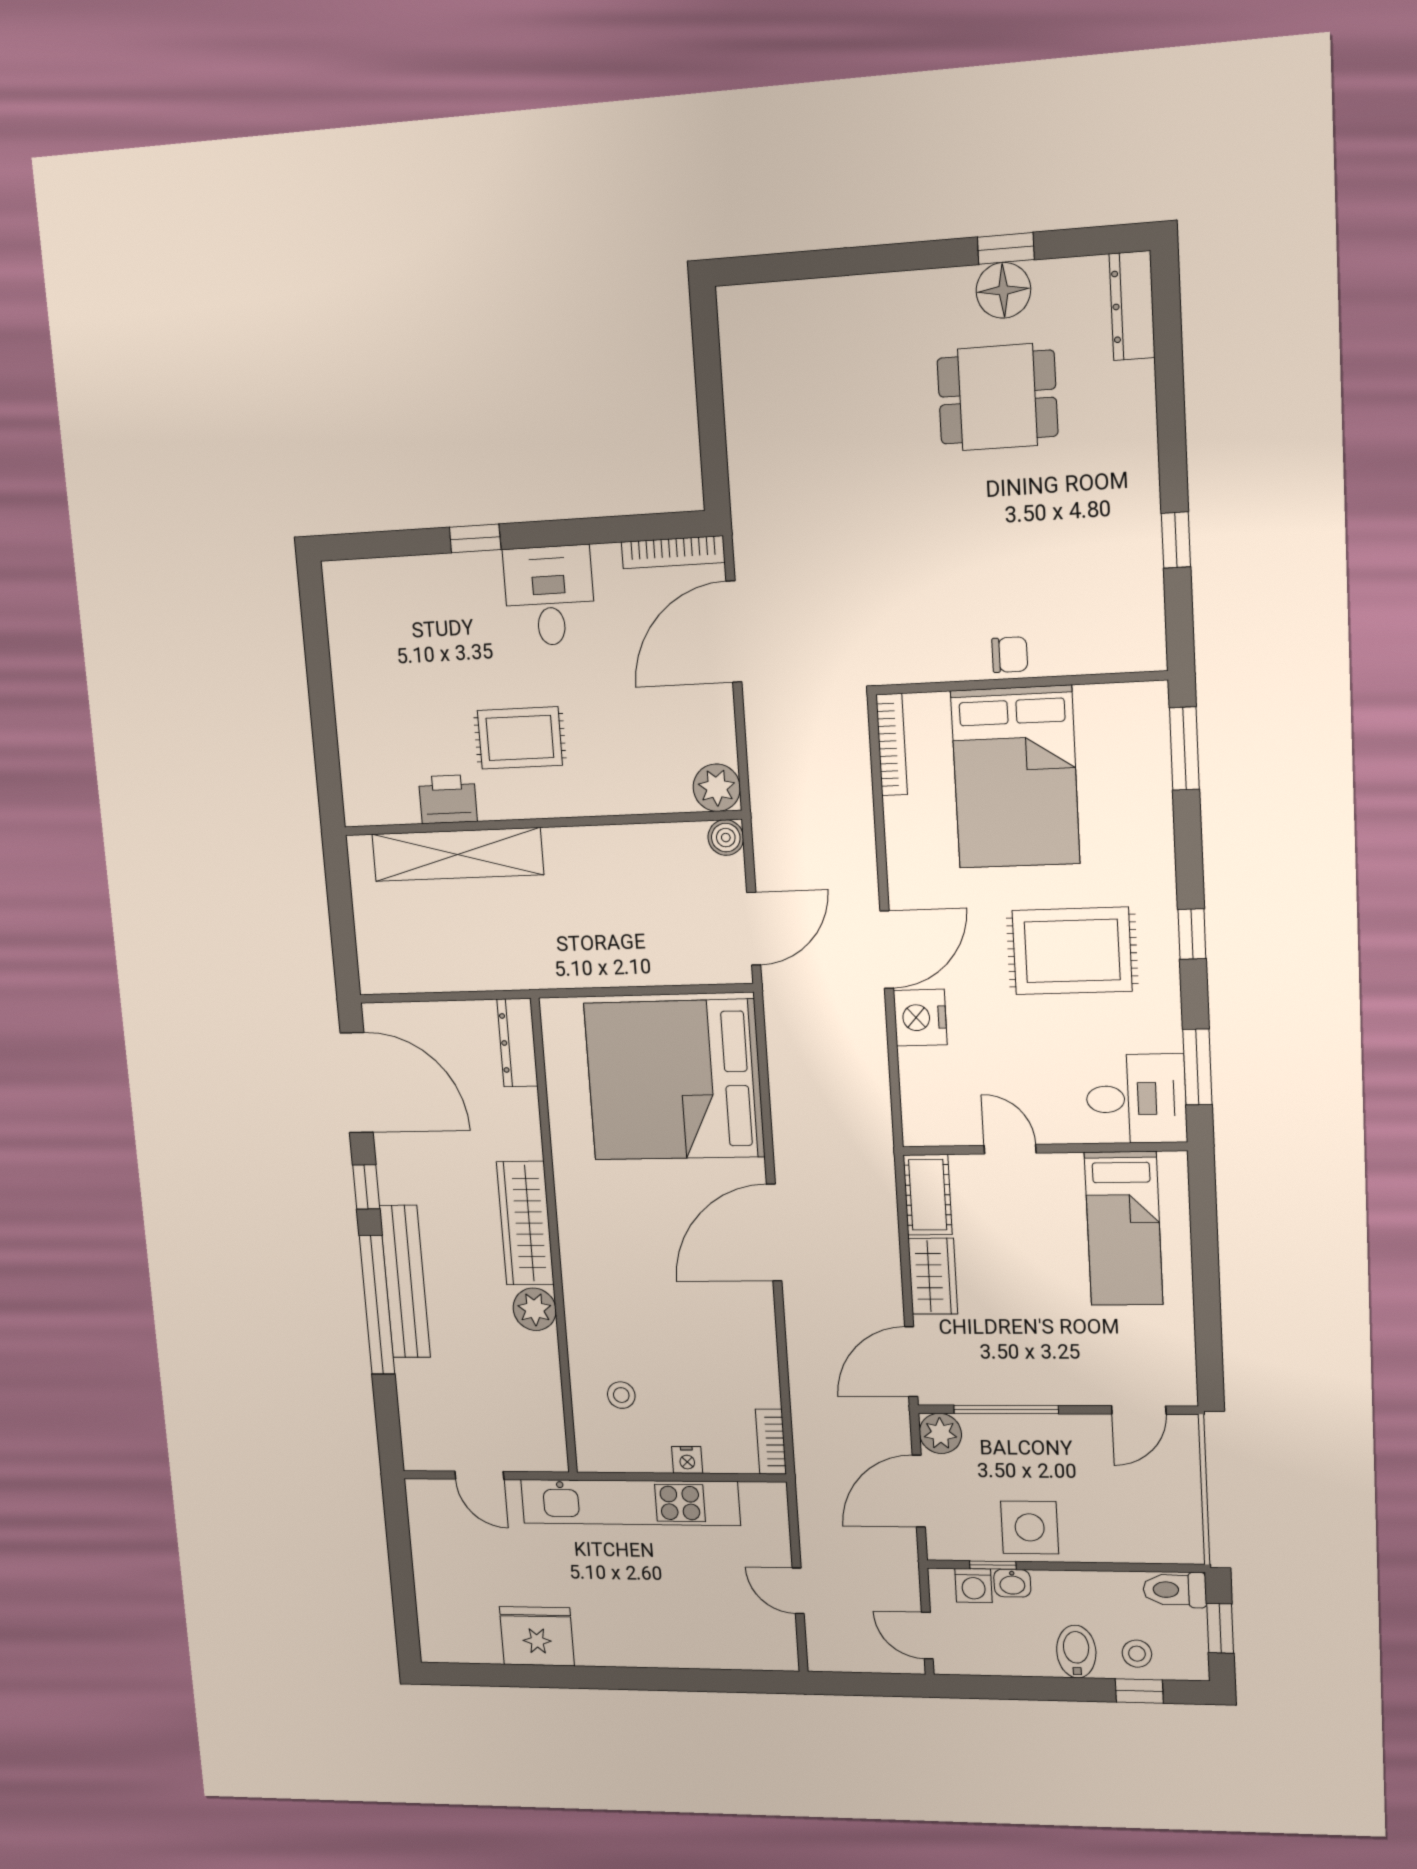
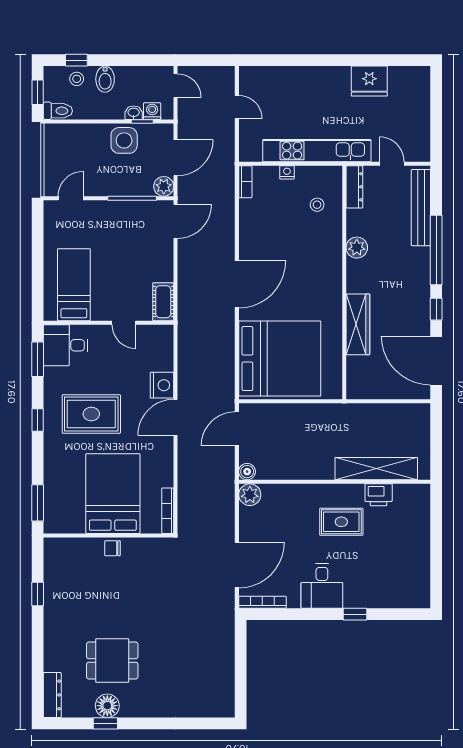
dresser: (517, 1043) -> (354, 187), moved
wardrobe: (525, 1223) -> (358, 324), moved
wardrobe: (933, 1276) -> (163, 263), removed
bench: (405, 1282) -> (421, 208), moved

